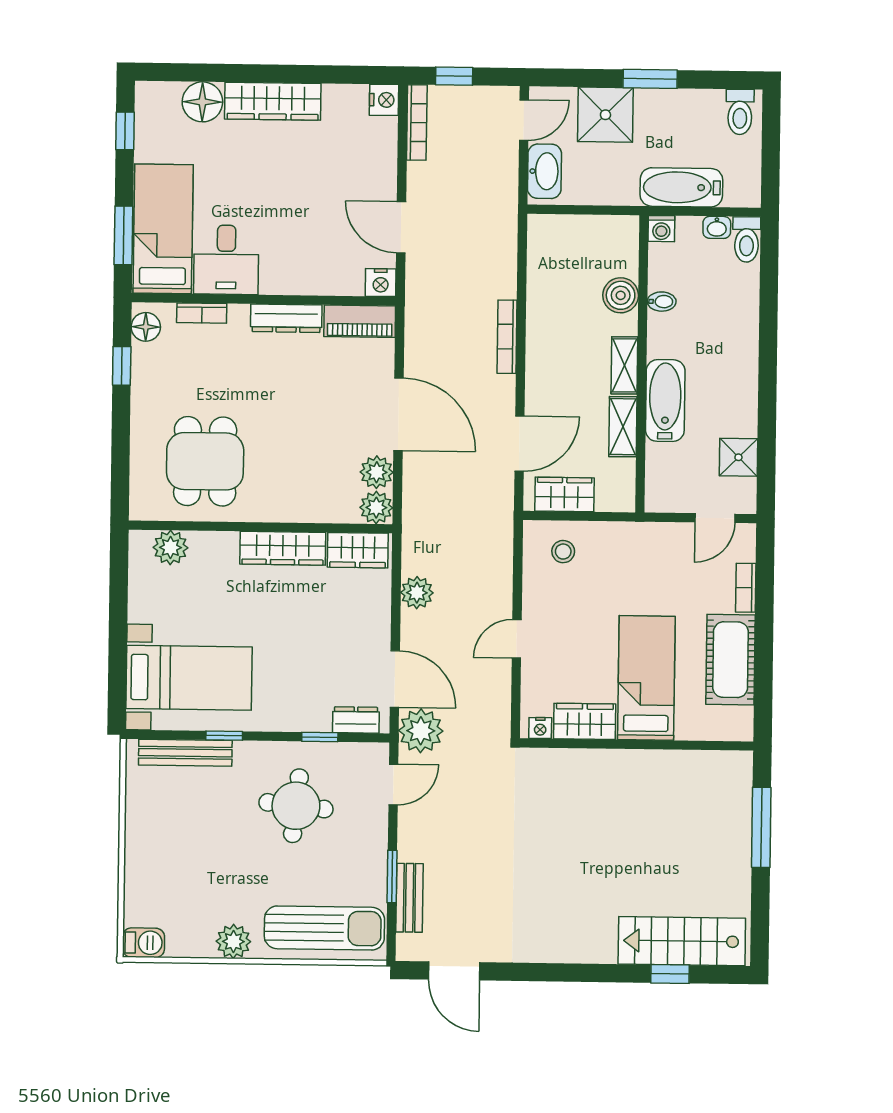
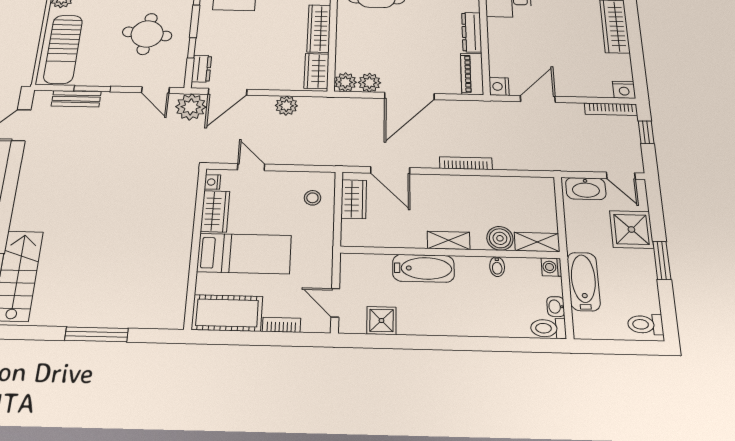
shelving: (623, 427) -> (537, 242), moved
bed: (646, 678) -> (244, 254), moved
wardrobe: (585, 721) -> (215, 211), moved
nightstand: (540, 728) -> (212, 182), moved
wall: (637, 744) -> (195, 246), moved

